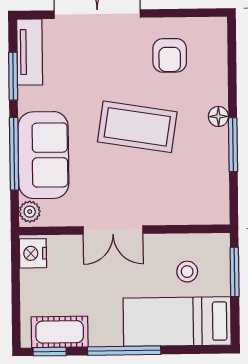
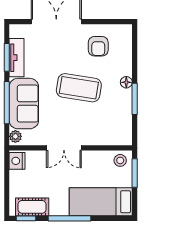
tv unit: (30, 52) -> (17, 58), moved
stool: (187, 272) -> (120, 160), moved

